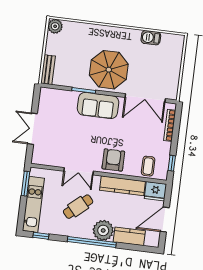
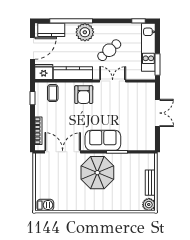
barbecue: (151, 38) -> (45, 205), moved
bench: (48, 70) -> (150, 183), moved
kitchen counter: (129, 236) -> (51, 30), moved
window: (92, 242) -> (71, 21), moved

